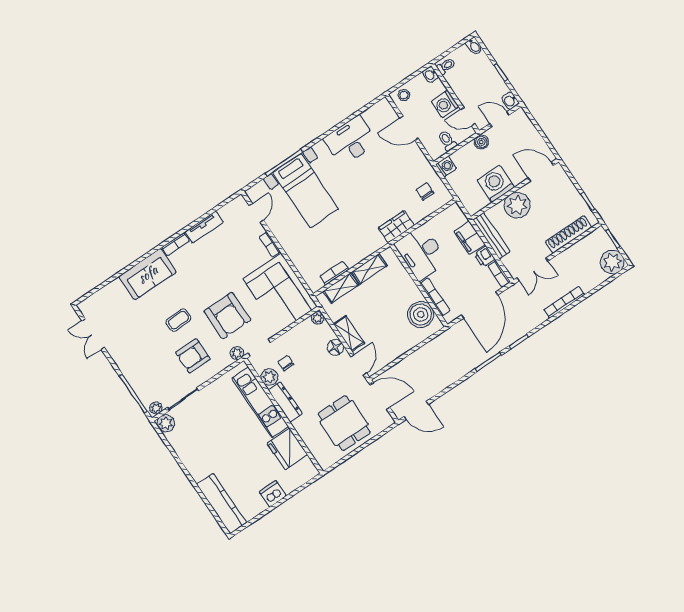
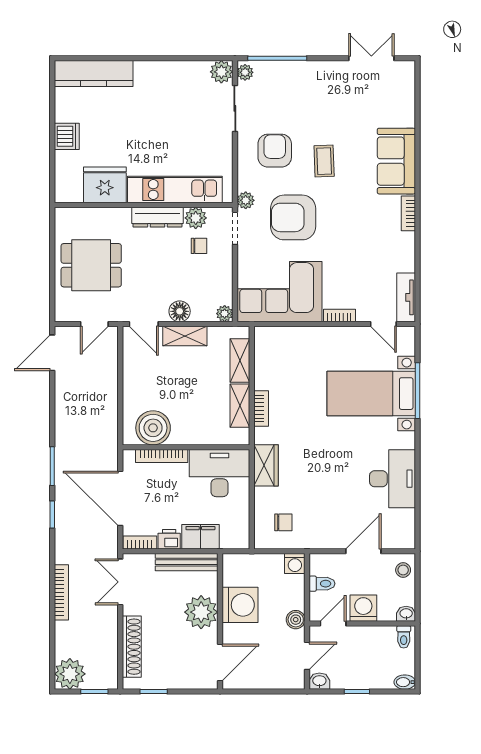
tv unit: (204, 227) -> (406, 297), moved
bookcase: (334, 273) -> (261, 409), moved
door: (380, 396) -> (94, 324), width x0.73

